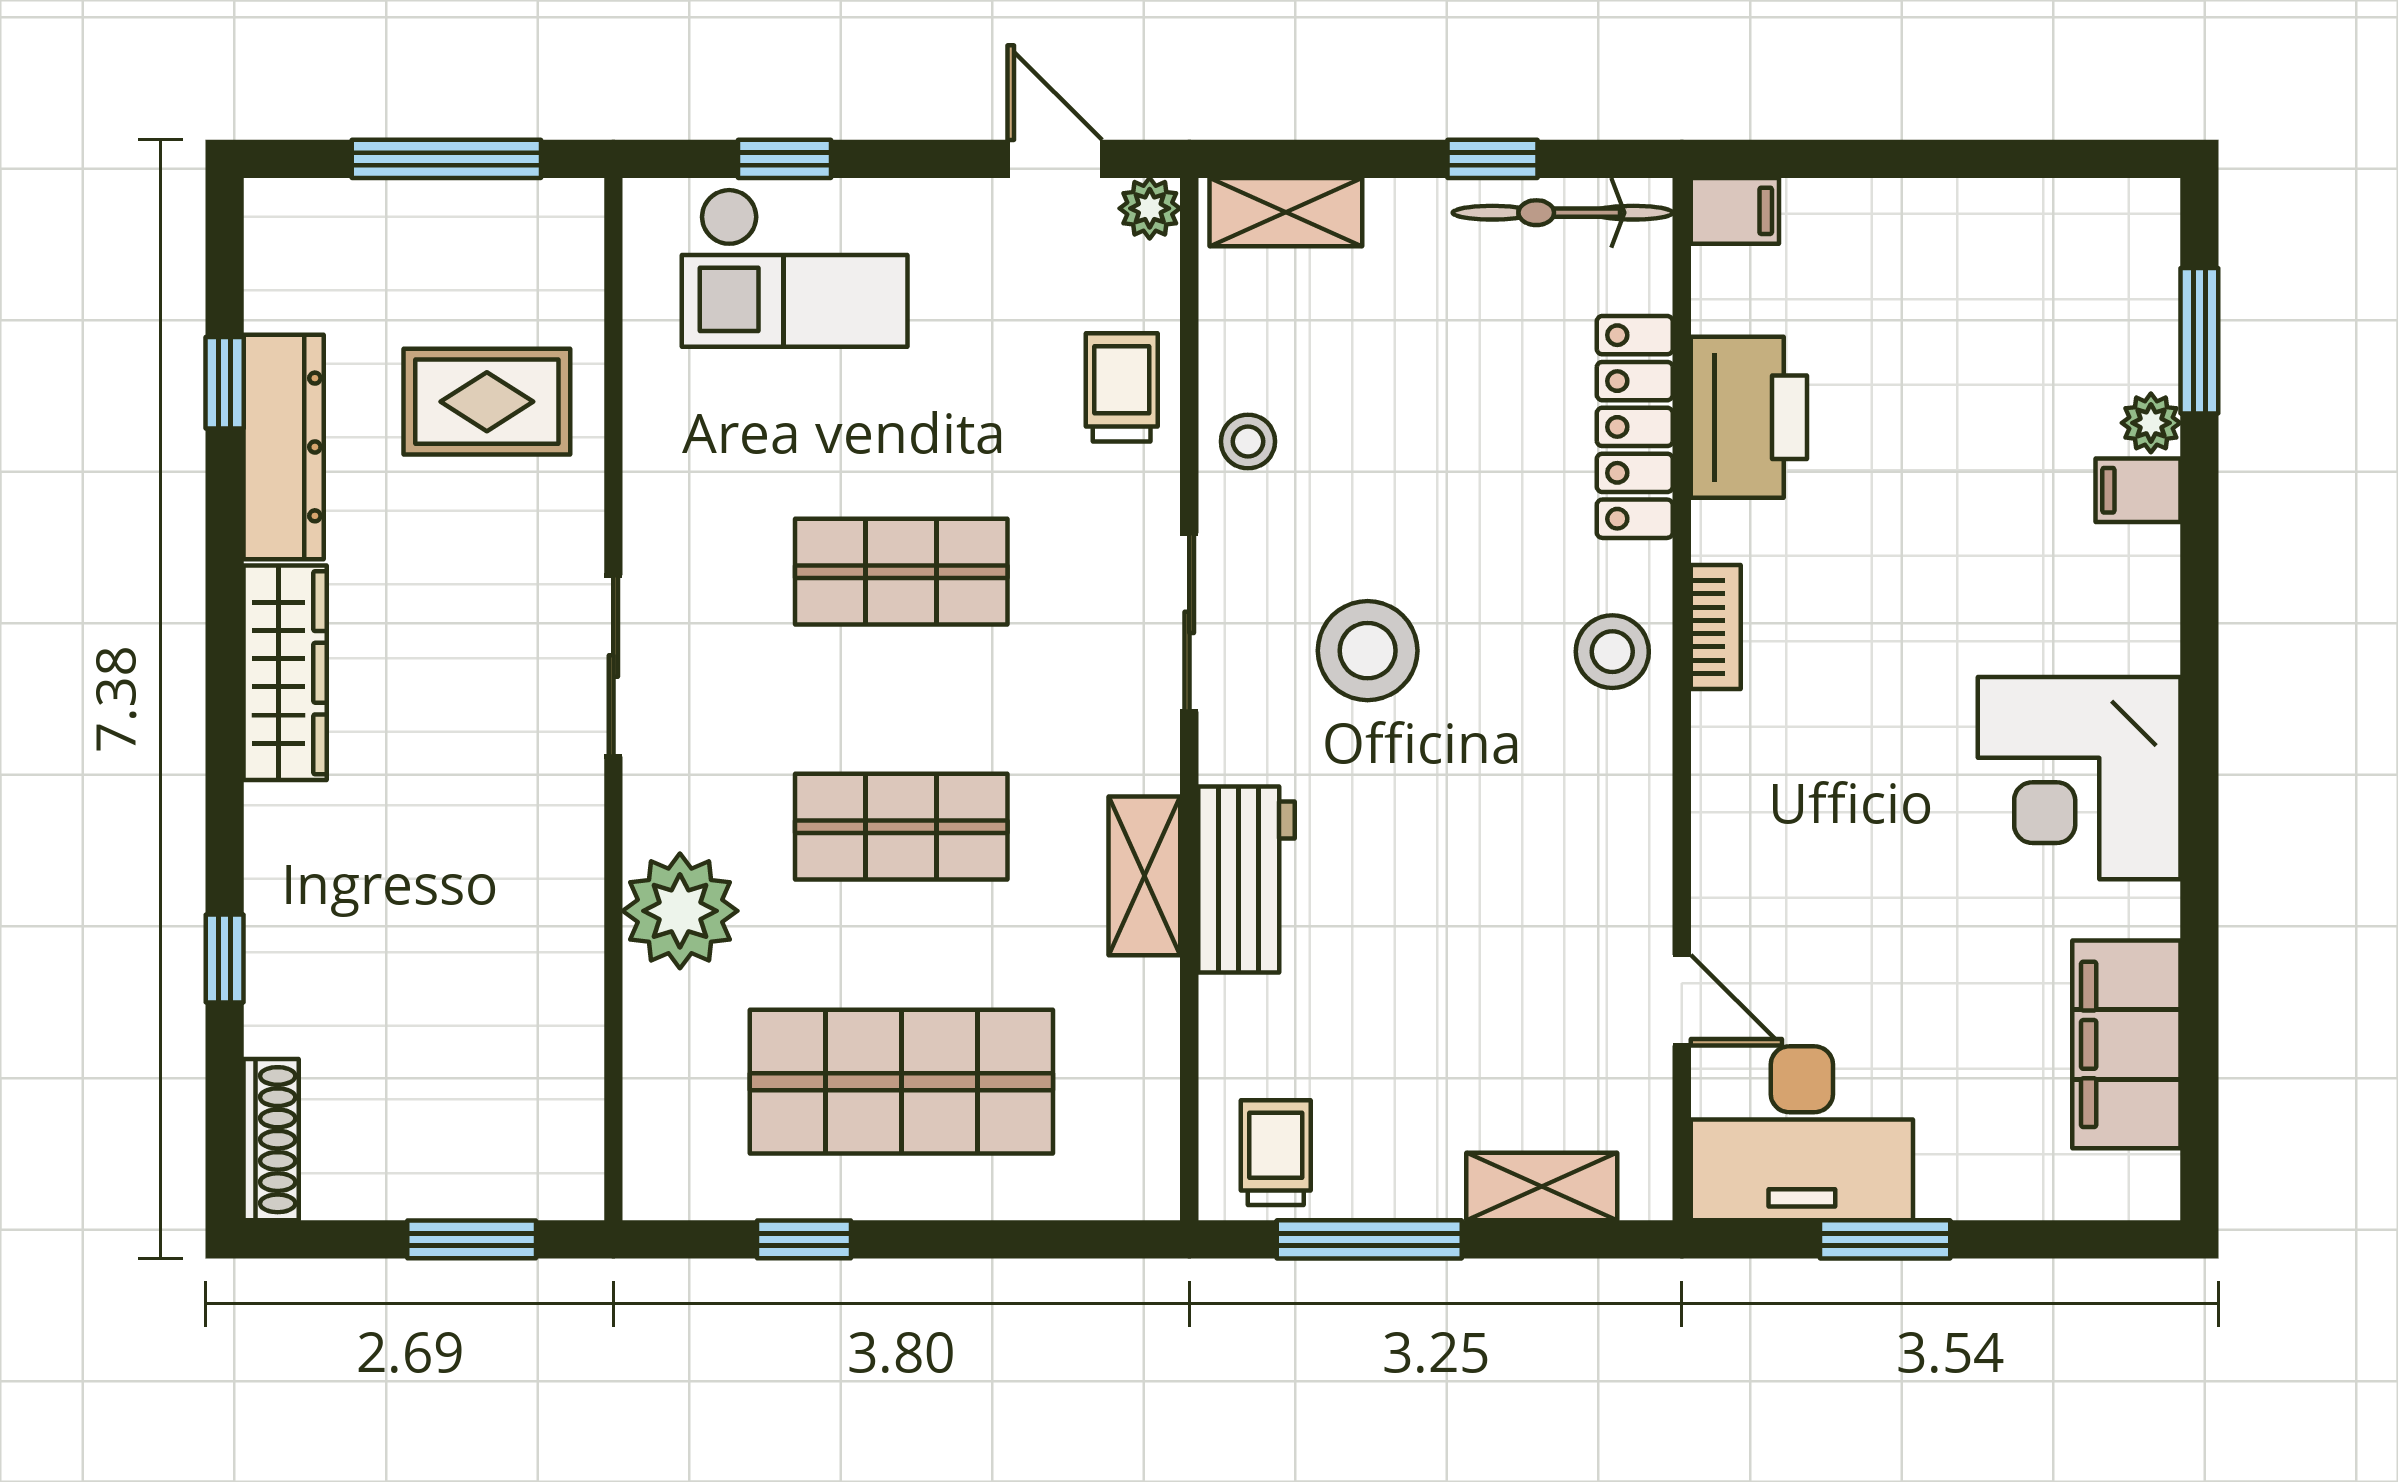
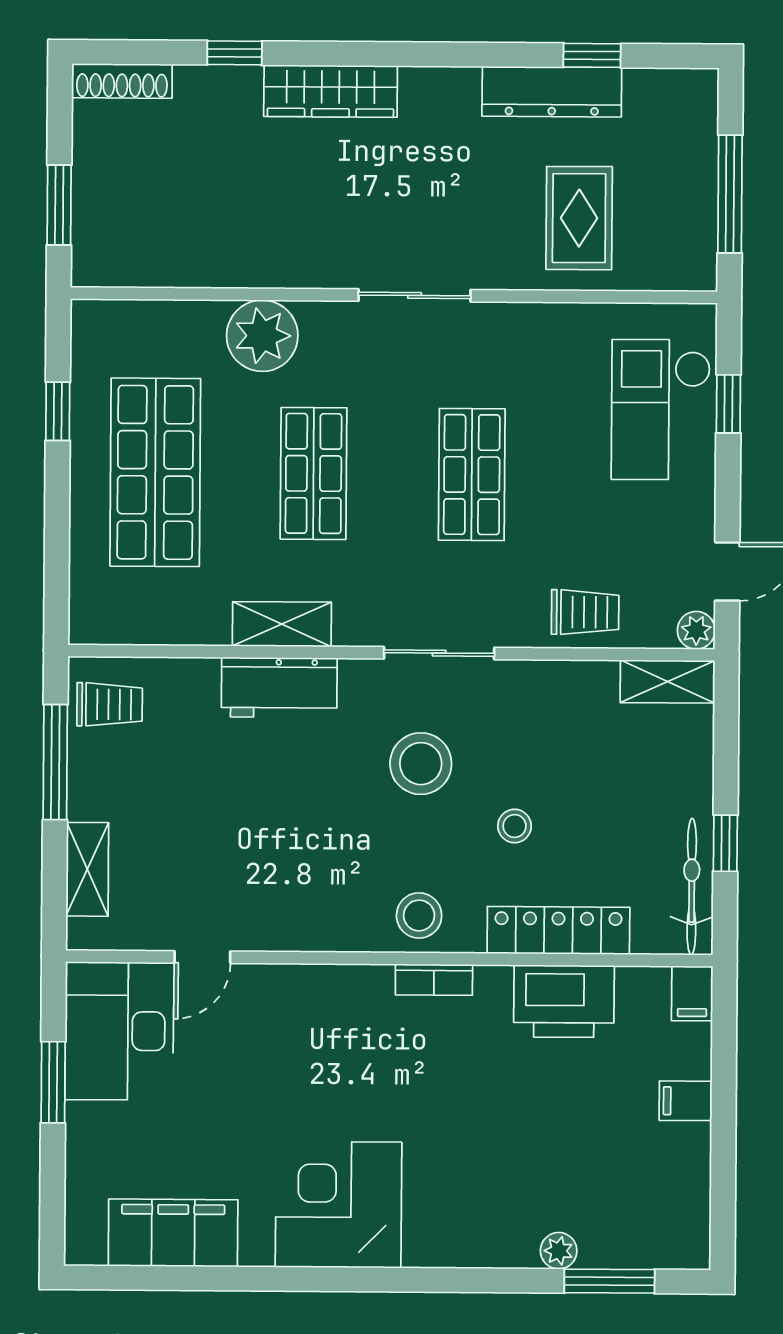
shelving: (1286, 212) -> (667, 682), moved, turned 90
stool: (1248, 441) -> (515, 826), moved
filing cabinet: (2138, 490) -> (686, 1101), moved, turned -90
wardrobe: (285, 673) -> (331, 91), moved

